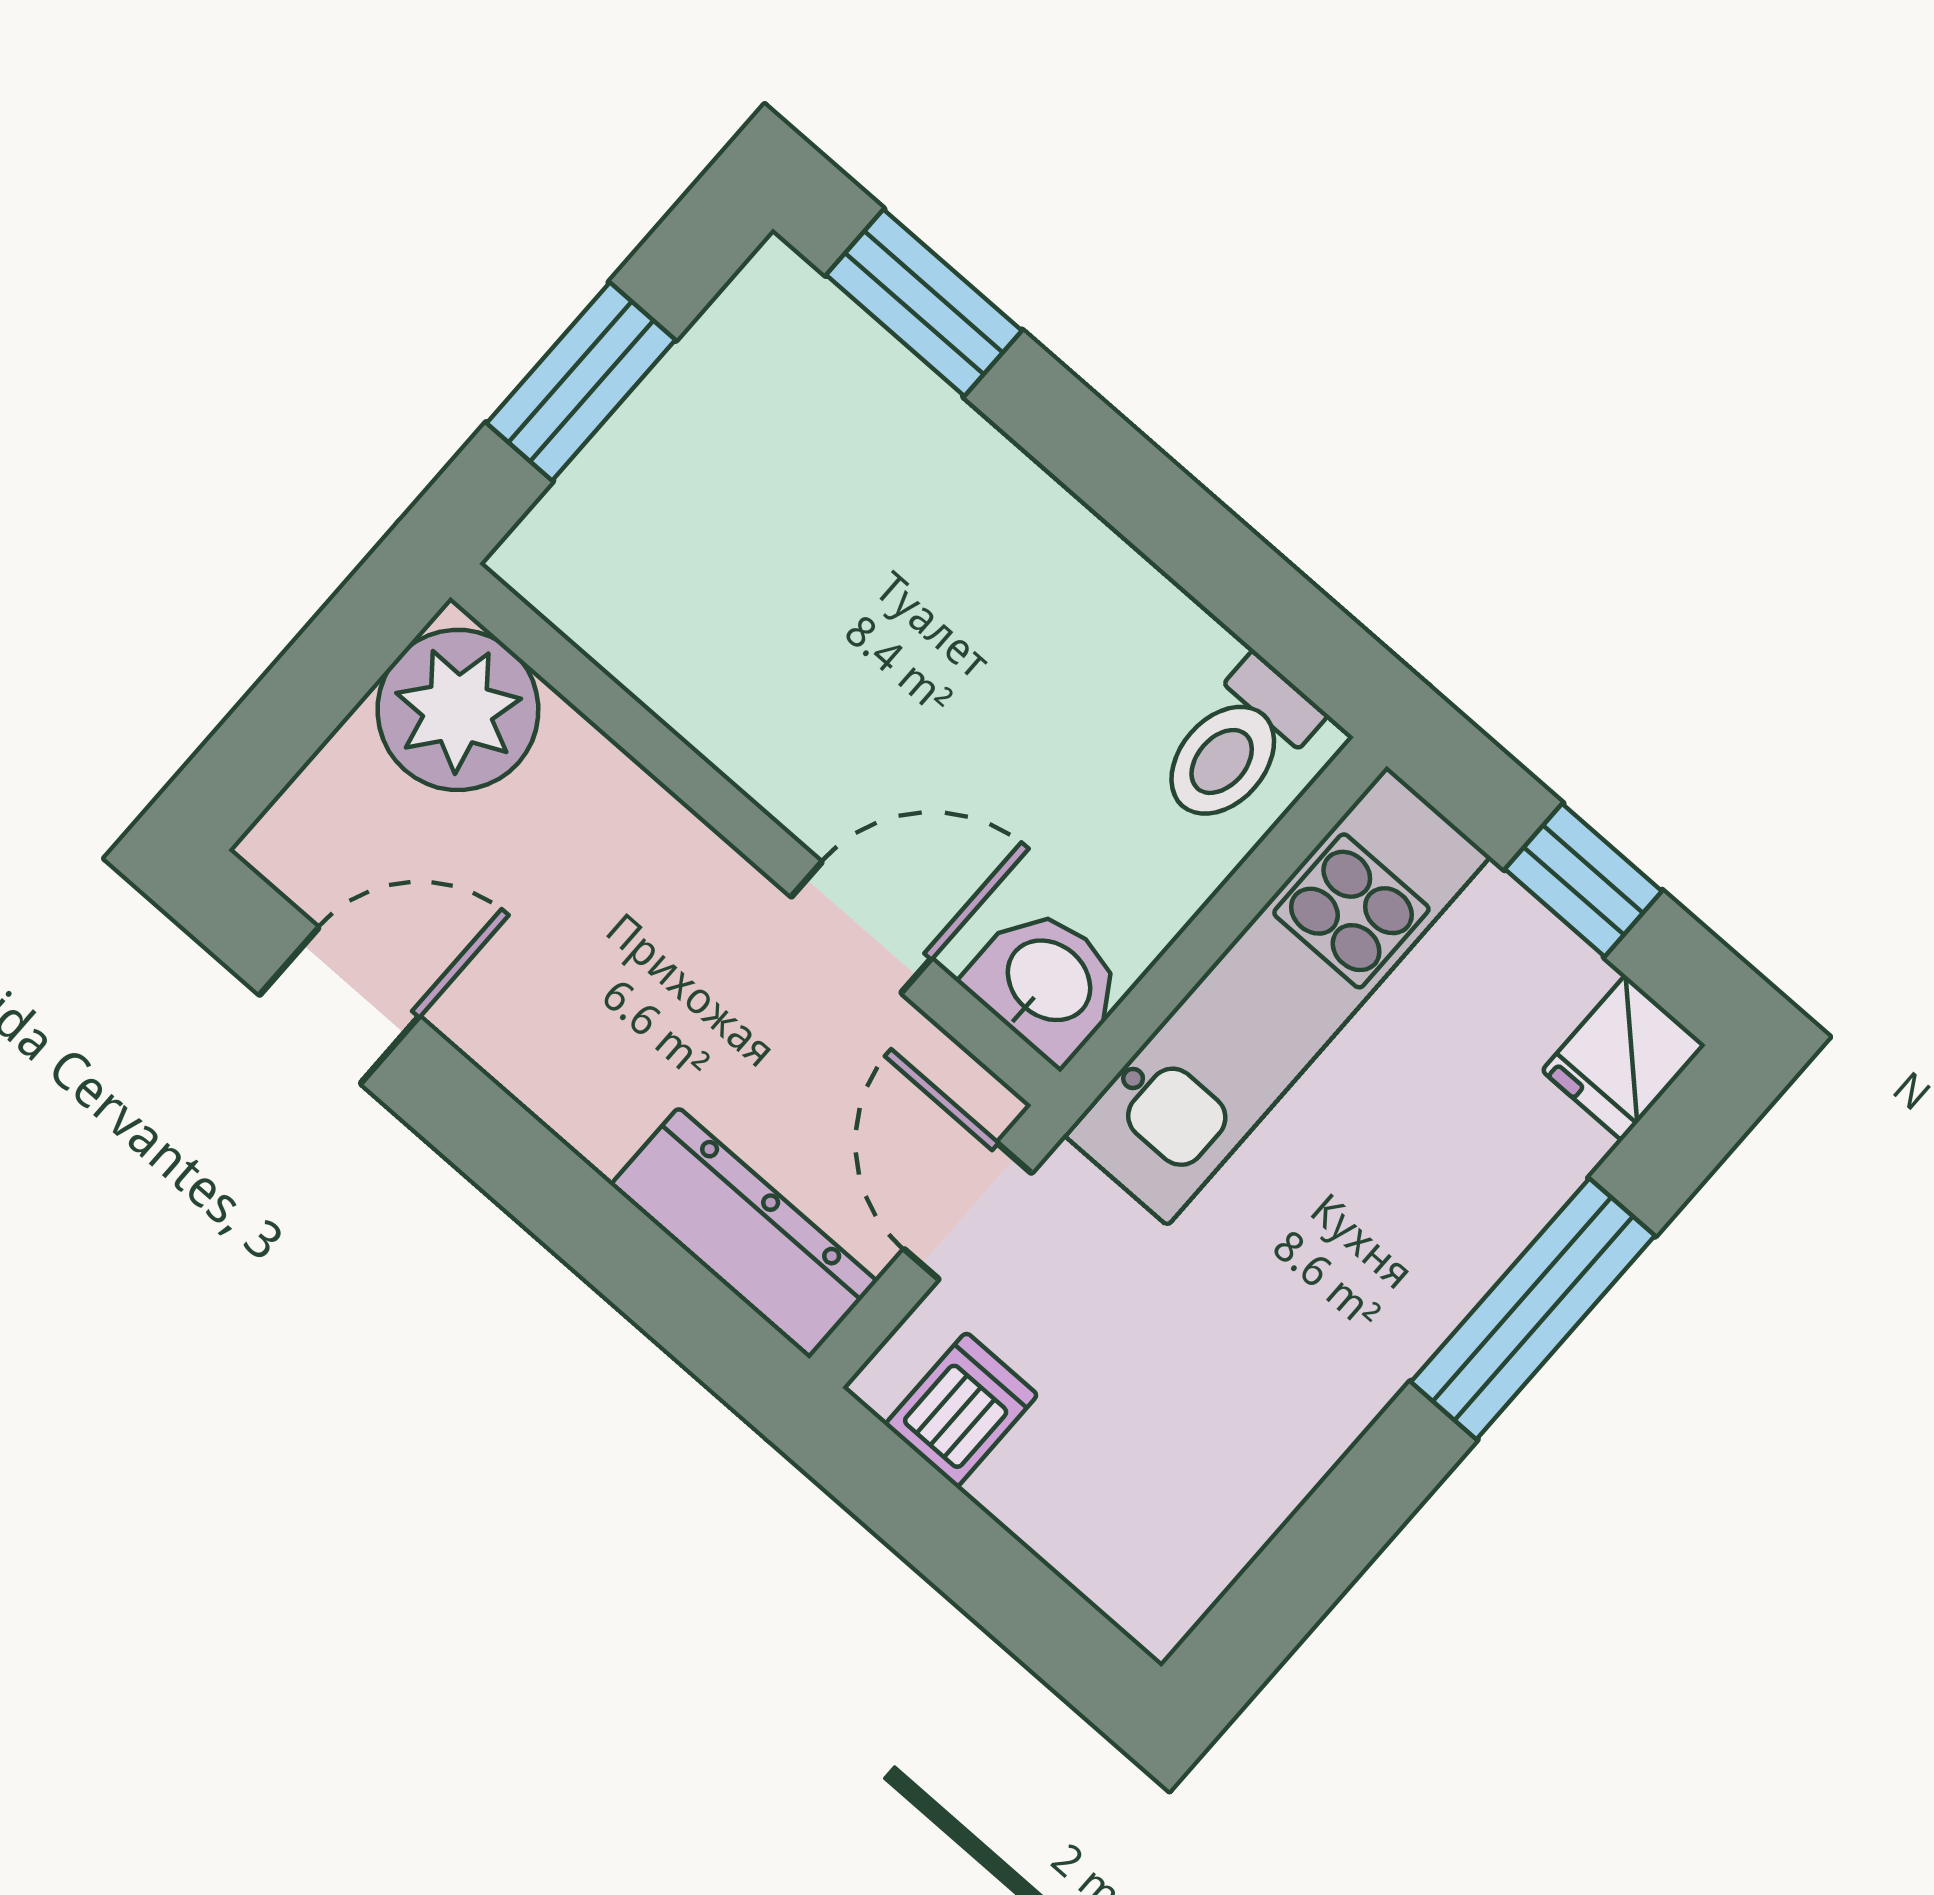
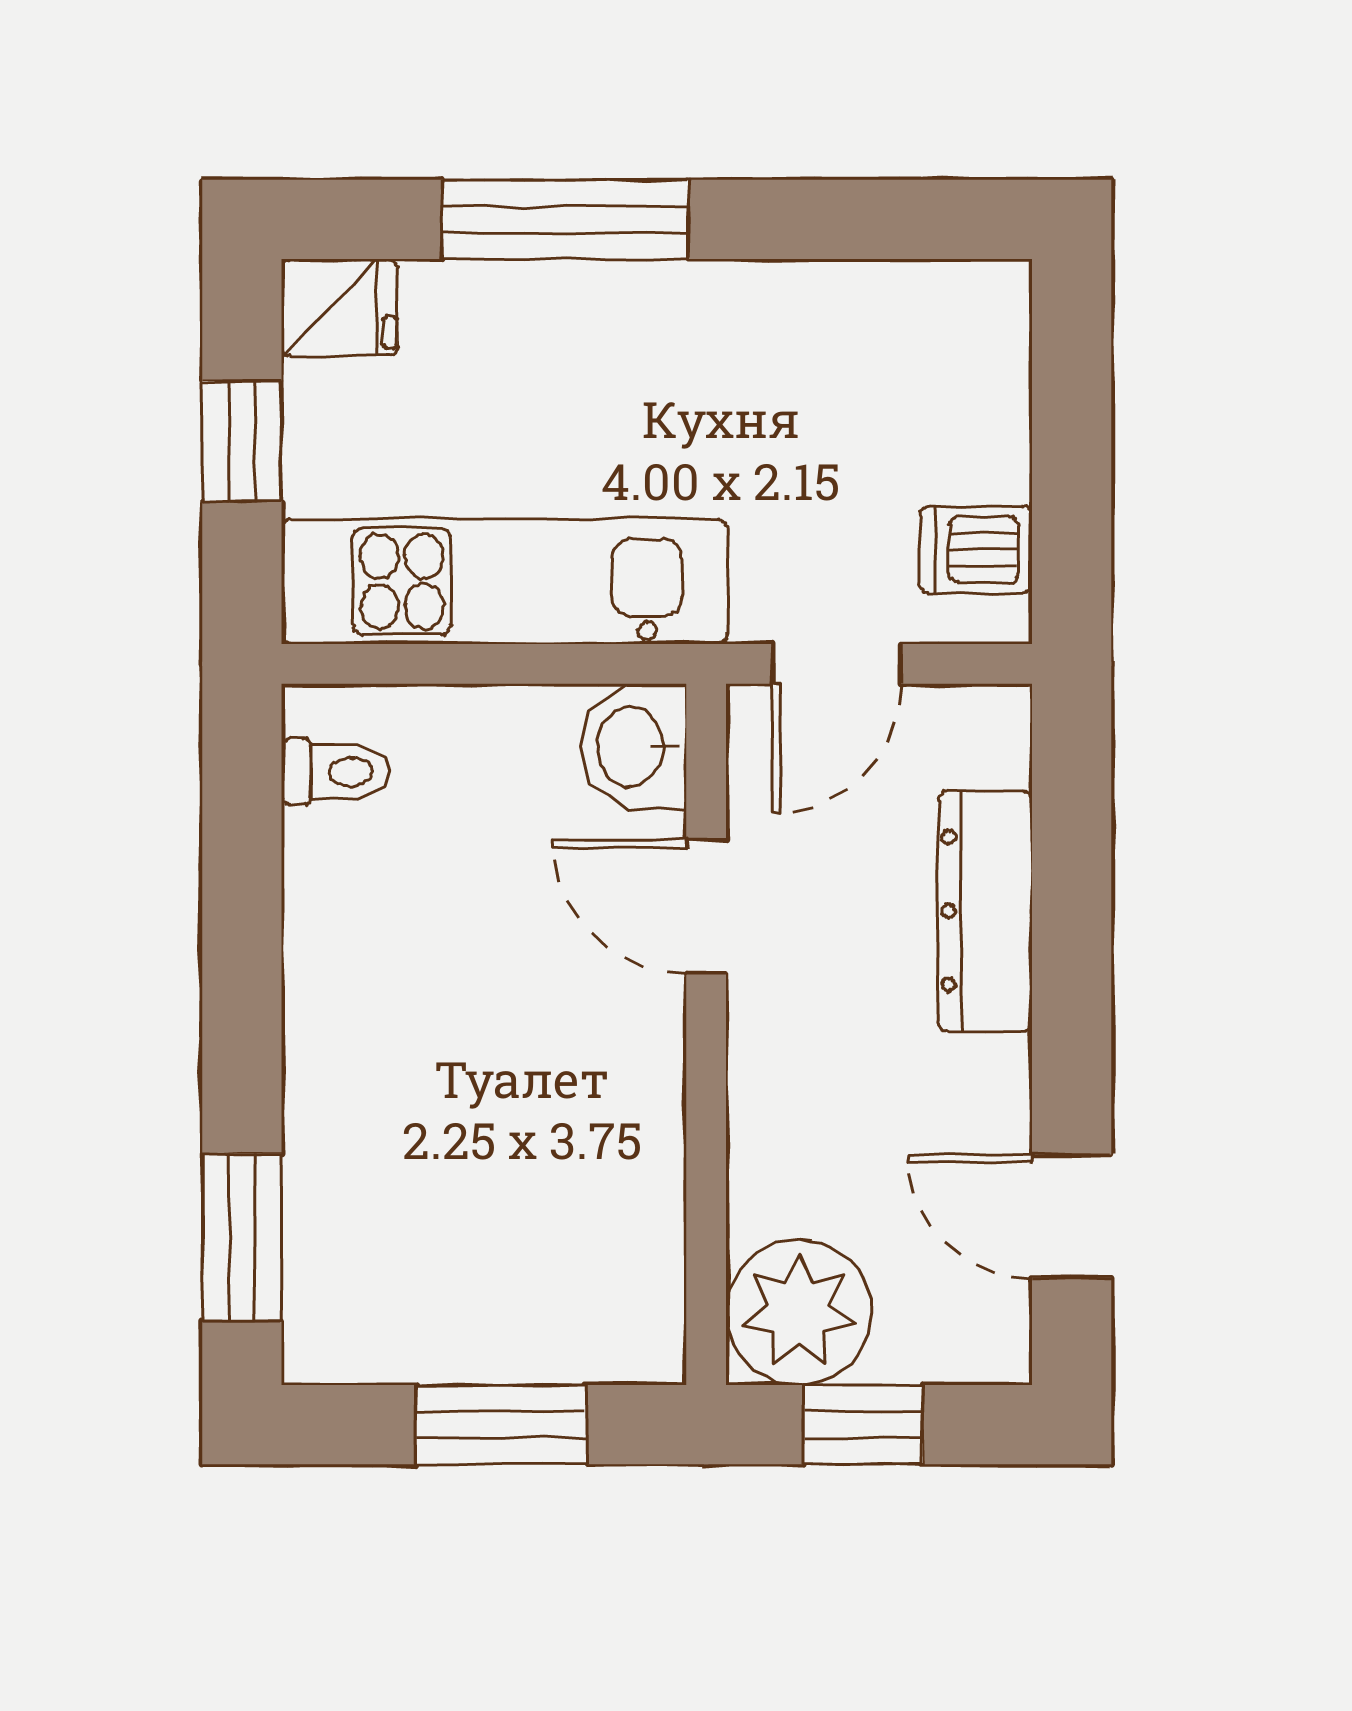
window: (318, 682) -> (863, 1425), added
toilet: (1237, 744) -> (335, 772), width x0.73, depth x0.72
dresser: (744, 1233) -> (985, 911), moved

